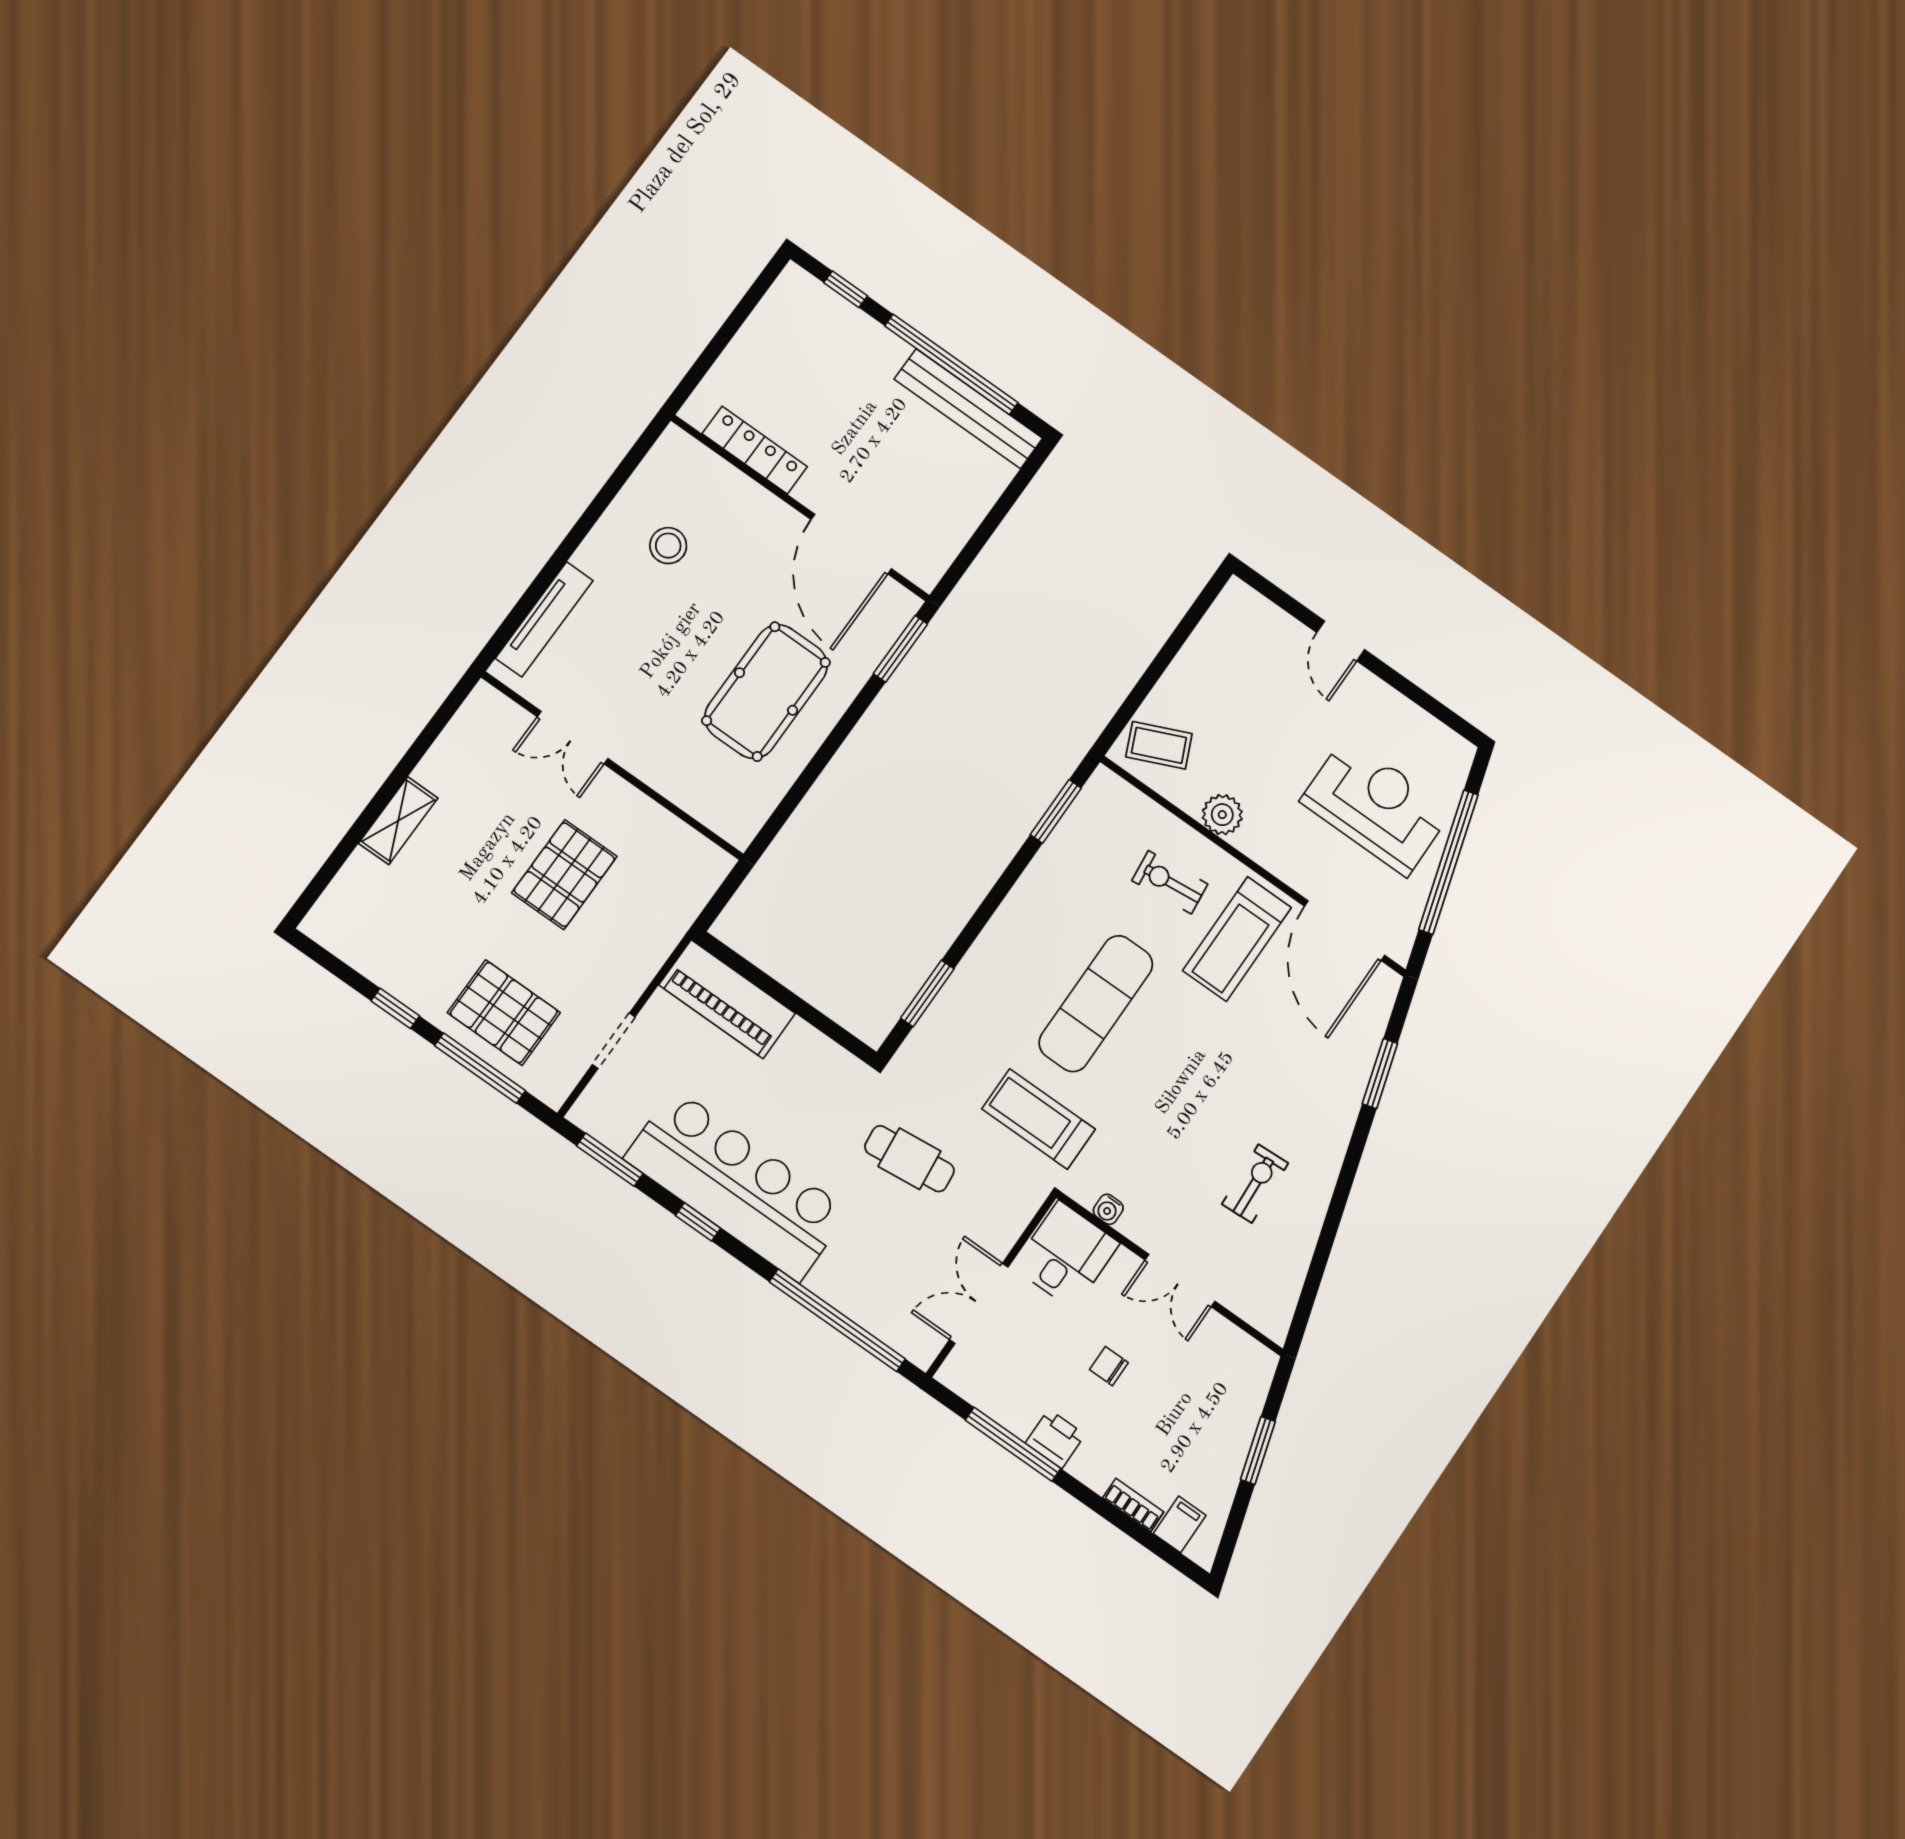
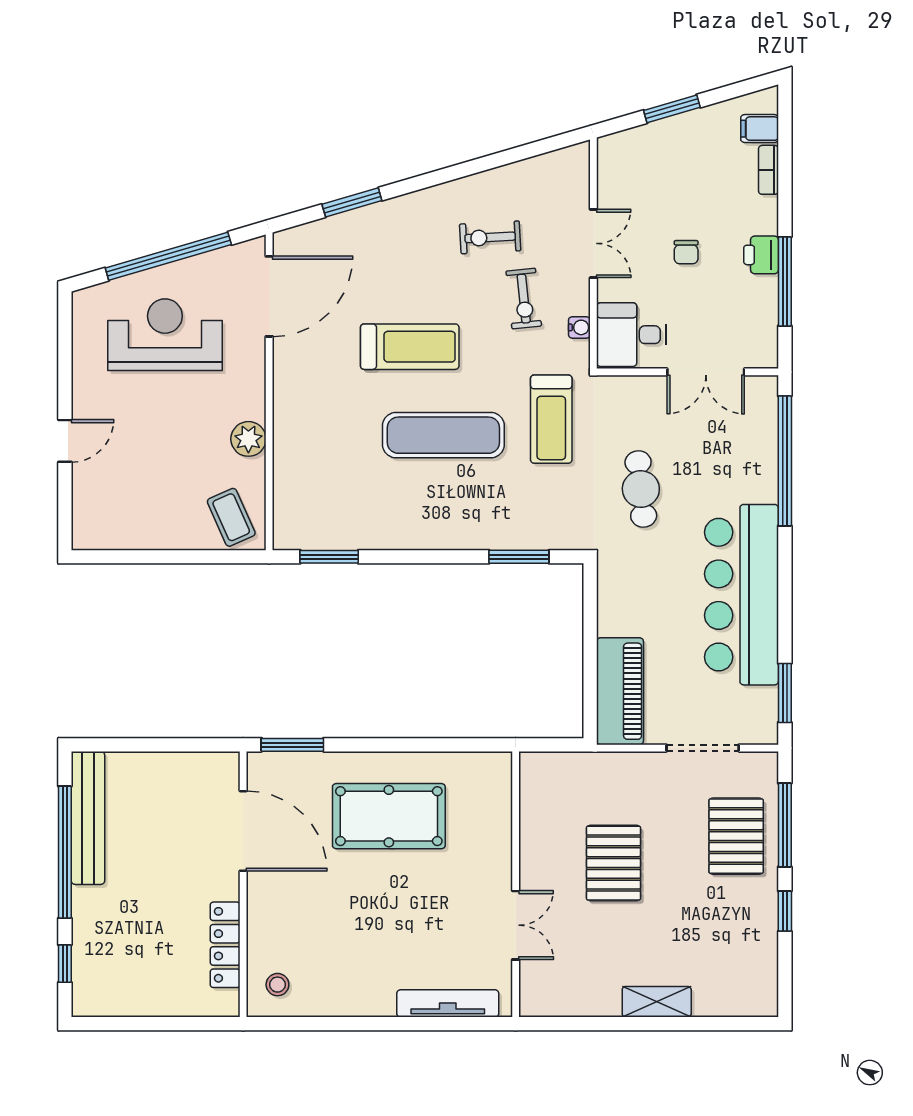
door: (851, 544) -> (243, 831), hinge flipped
stool: (668, 546) -> (277, 985), moved, width x0.73, depth x0.73
reception desk: (1376, 806) -> (165, 335), turned 90
pallet: (564, 875) -> (613, 863), turned 90
exercise bike: (1170, 882) -> (524, 299), moved
treadmill: (1237, 939) -> (410, 347), moved
doorway: (614, 1041) -> (703, 748), width x1.38
window: (698, 1222) -> (785, 603), removed

